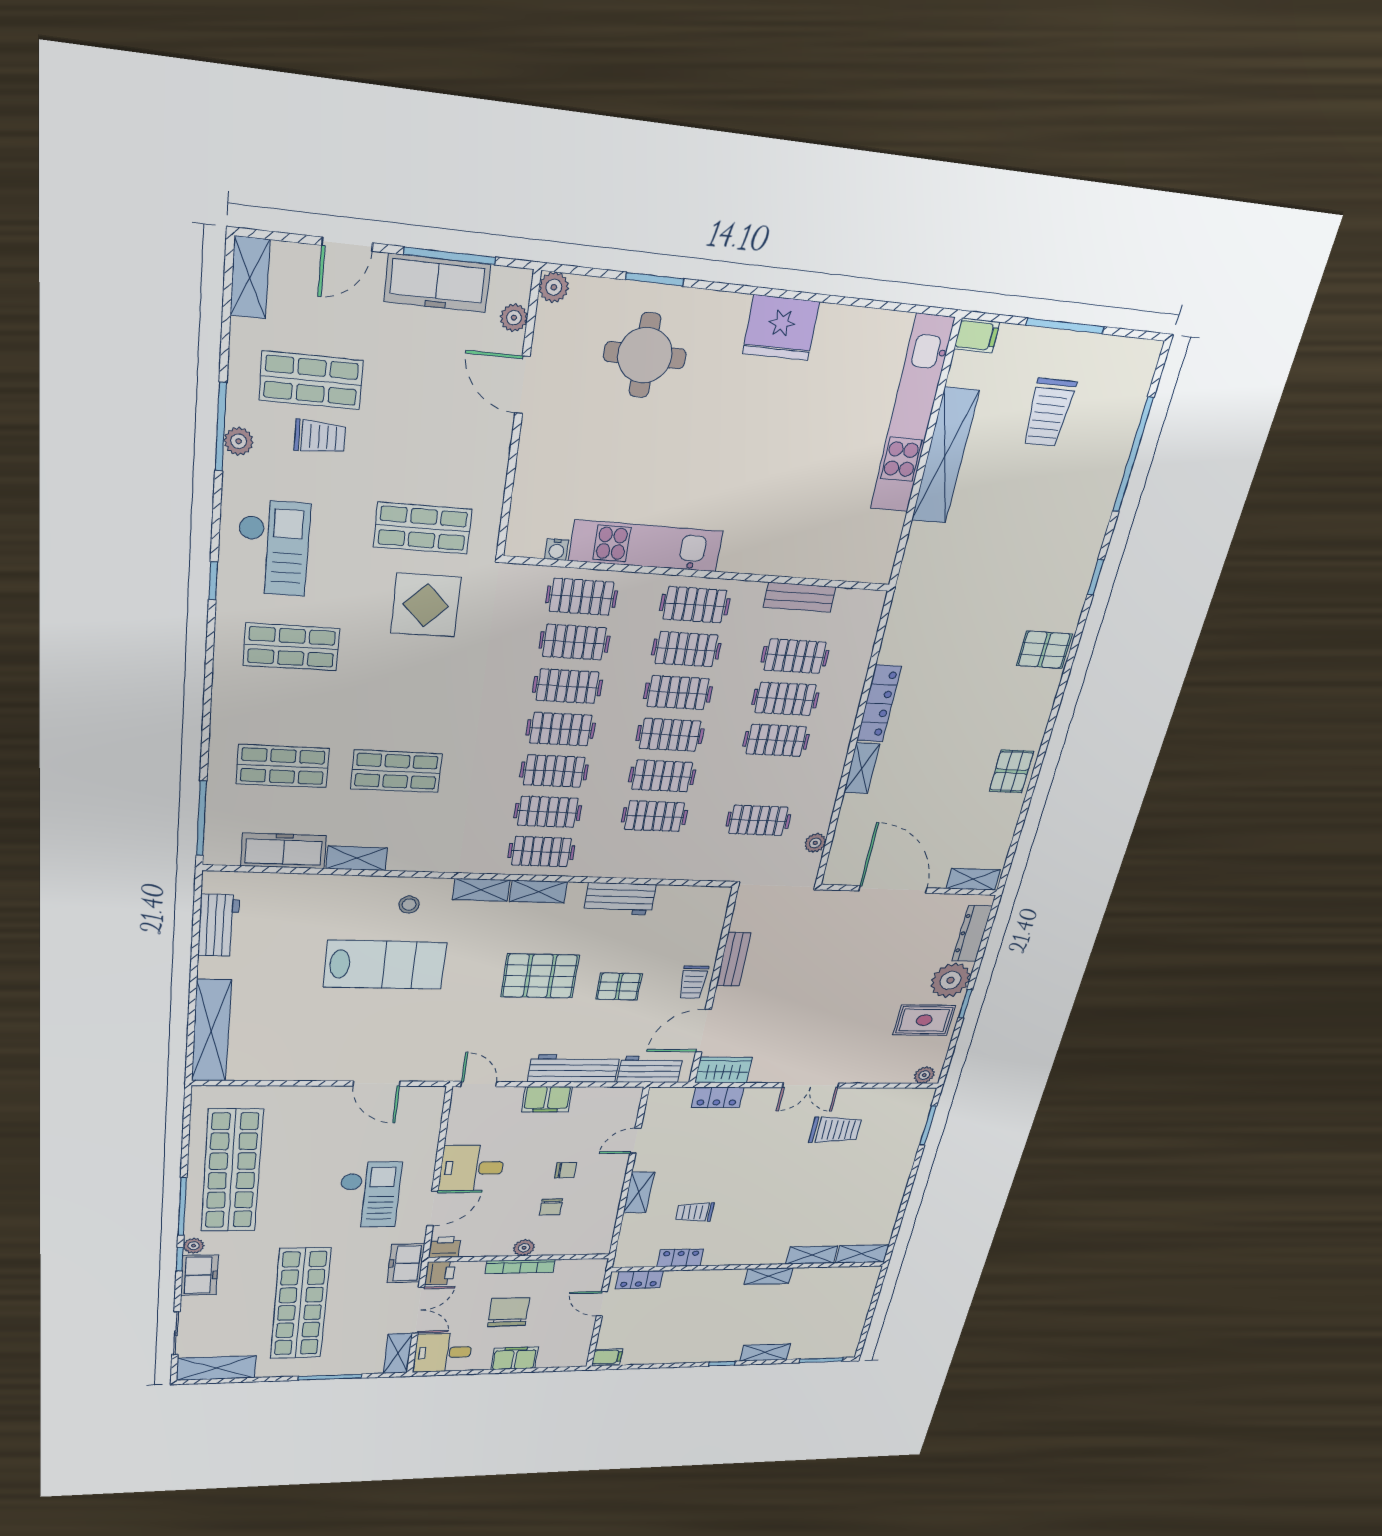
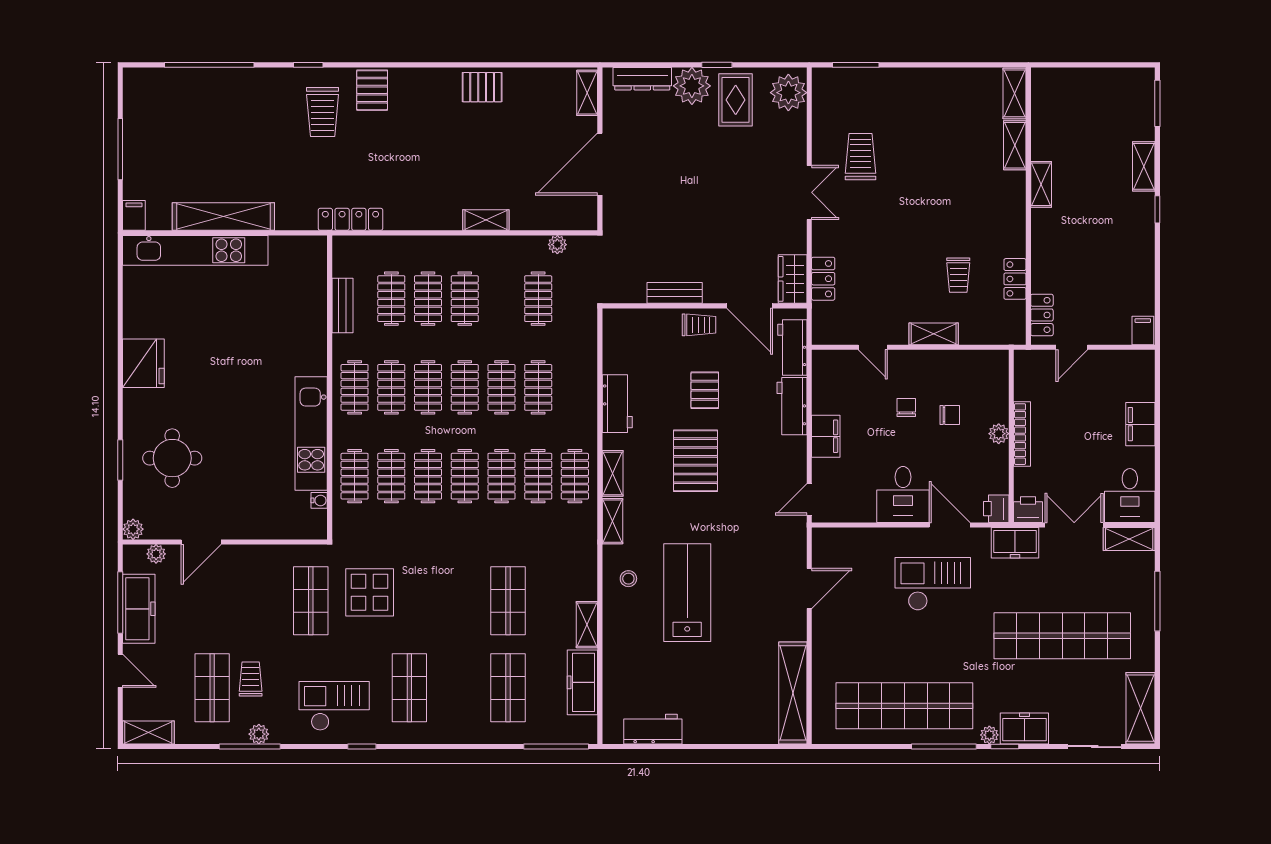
trolley: (1049, 413) -> (323, 112), moved, turned 90
locker: (879, 704) -> (350, 219), moved
shelving: (211, 1031) -> (793, 693), moved, turned 90
workbench: (574, 1069) -> (792, 406), width x0.73
plant: (924, 1075) -> (788, 93), width x1.88, depth x1.88
chair: (509, 1312) -> (1080, 438), removed

